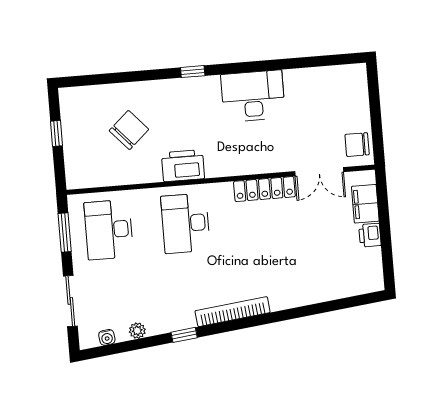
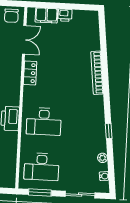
locker: (264, 189) -> (30, 73), width x0.66
bookcase: (233, 312) -> (97, 73), moved

